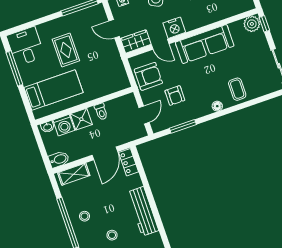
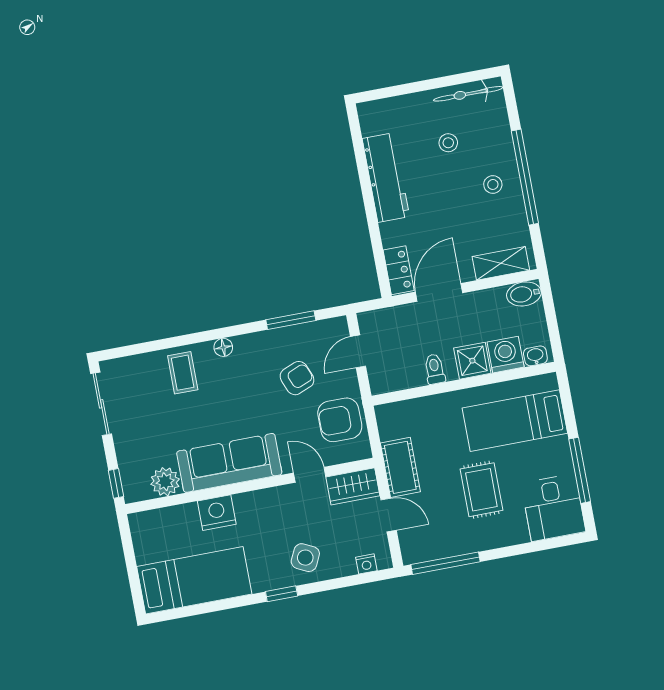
plant: (252, 24) -> (165, 482), moved
nightstand: (174, 28) -> (217, 513), moved
cot: (112, 56) -> (400, 467), added
armchair: (175, 96) -> (297, 378), turned 68

